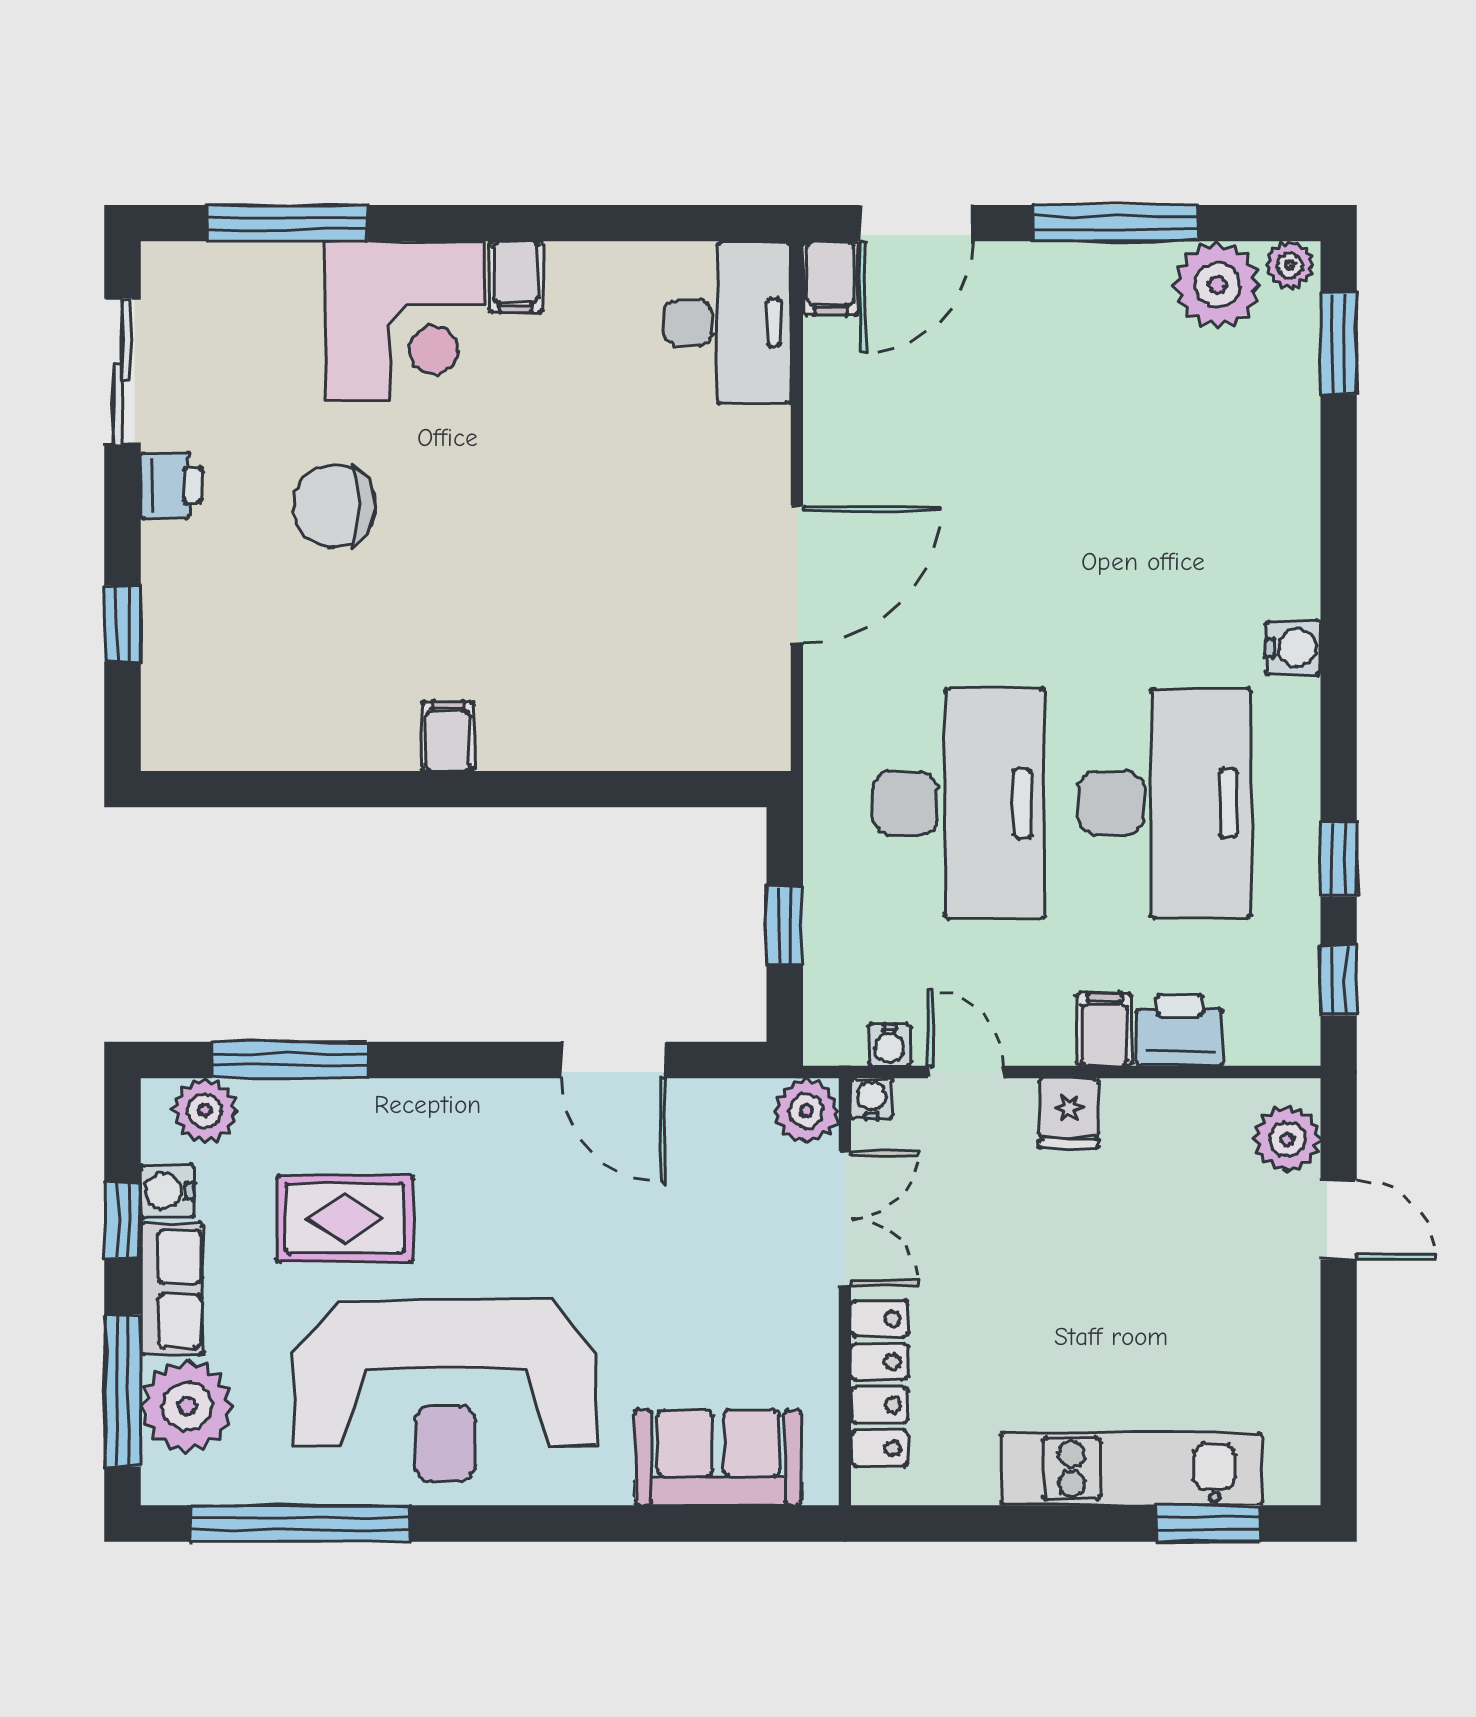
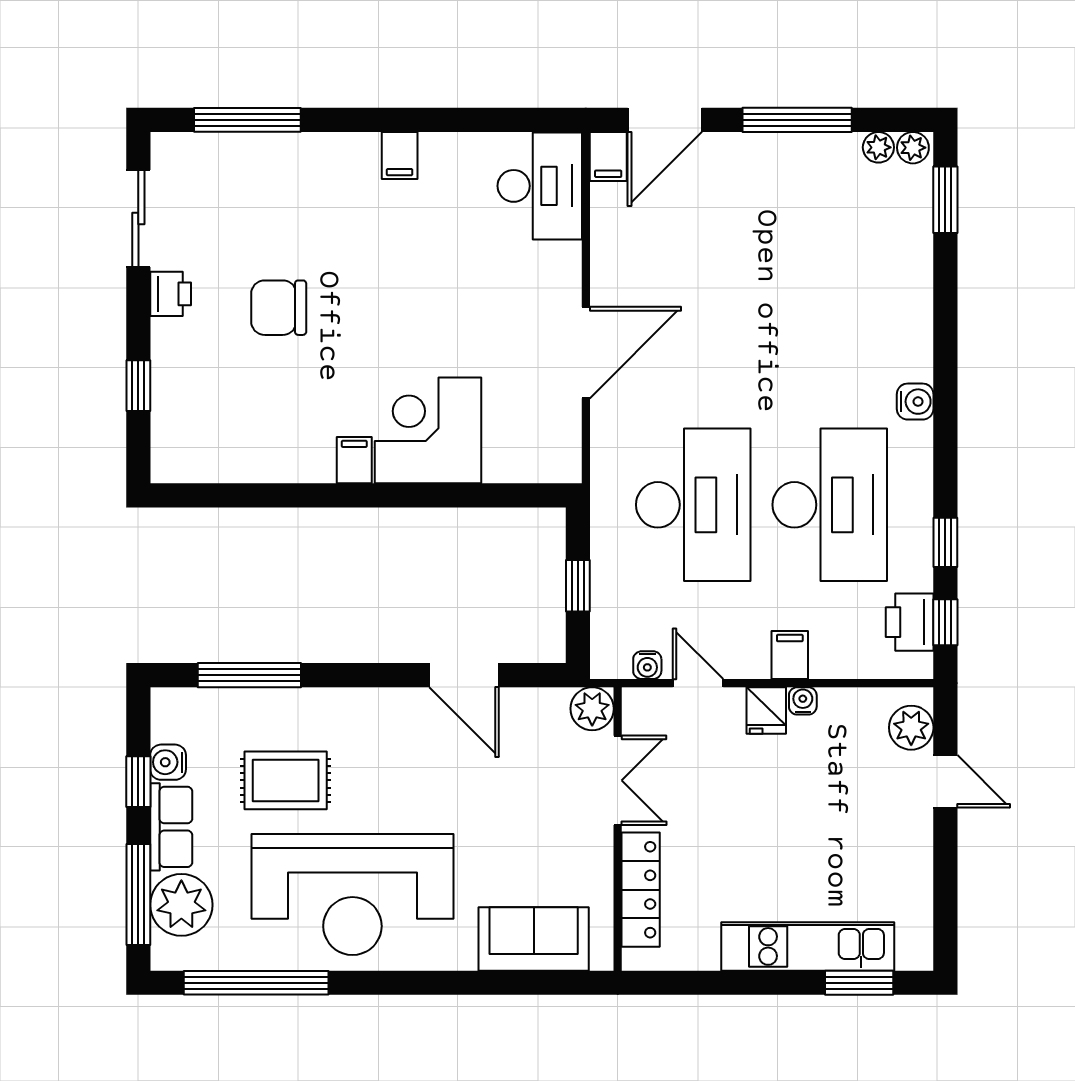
plant: (1217, 285) -> (878, 147), width x0.53, depth x0.53
corner desk: (405, 321) -> (428, 430), moved, turned 180
printer: (1180, 1030) -> (910, 622), moved, turned -90
water cooler: (872, 1099) -> (803, 701), moved
plant: (205, 1111) -> (193, 709), removed

